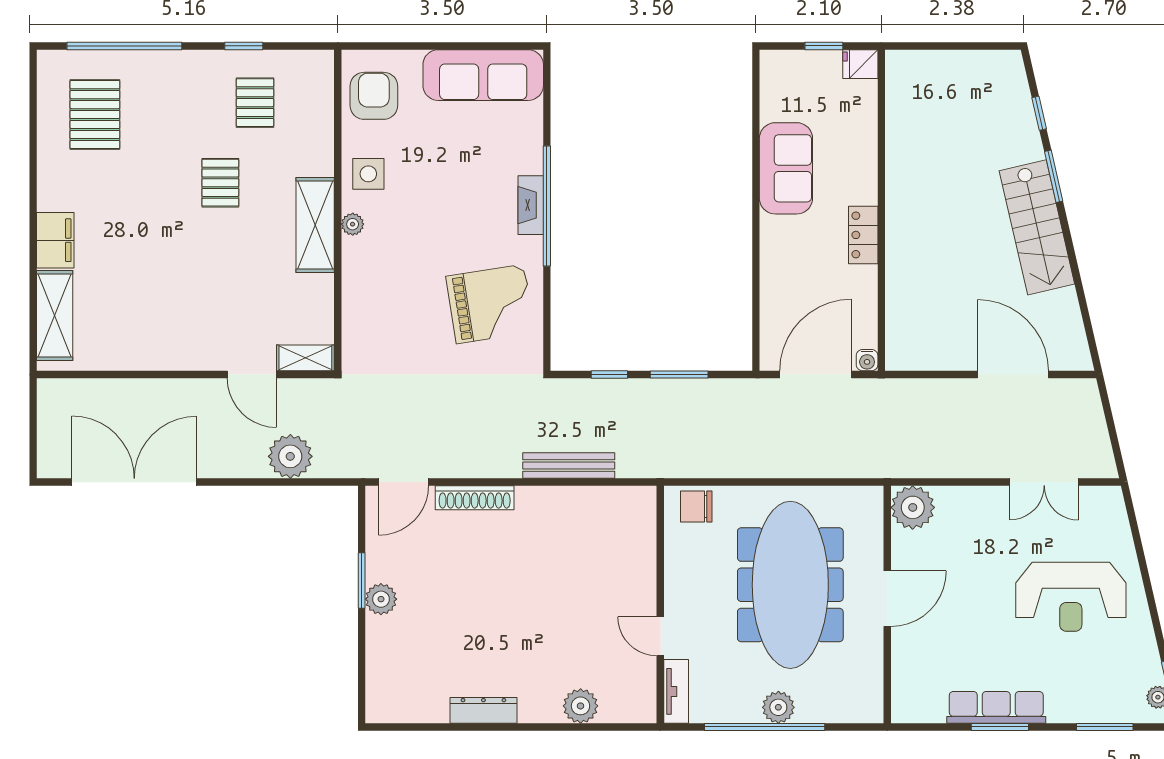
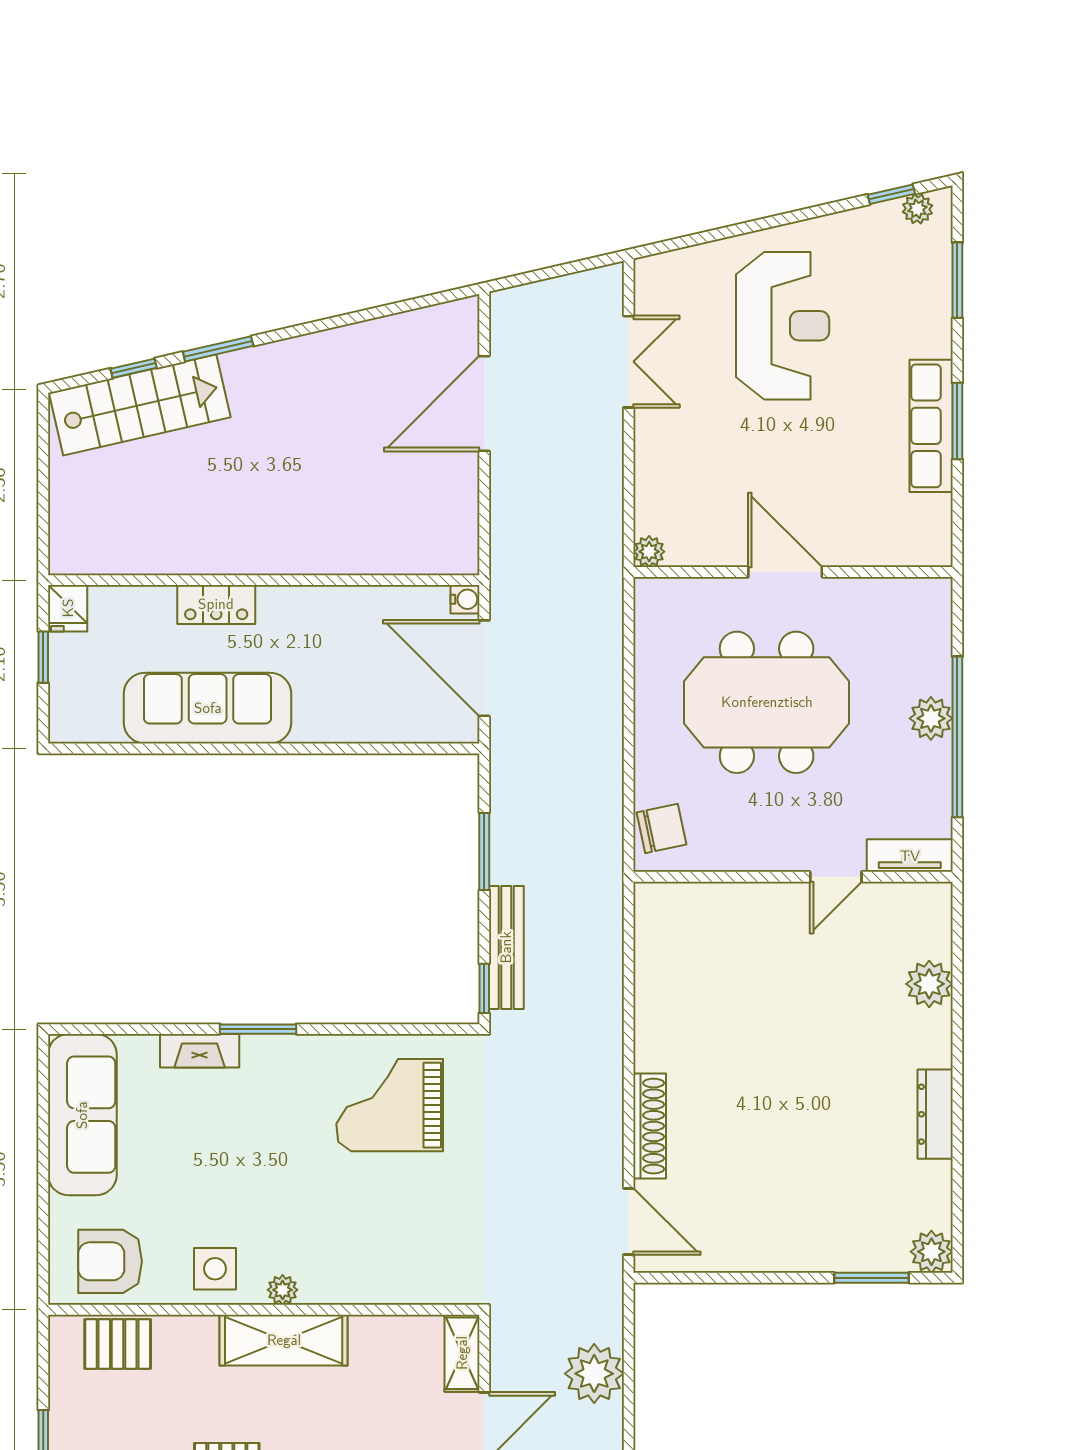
pallet: (255, 103) -> (118, 1344), moved
sofa: (786, 168) -> (208, 708), width x1.36
fireplace: (531, 205) -> (200, 1051), moved
window: (547, 206) -> (258, 1029), width x0.47
stairs: (1037, 227) -> (140, 405), moved
locker: (863, 235) -> (216, 604), moved
grand piano: (490, 304) -> (390, 1105), turned -81
window: (609, 374) -> (484, 988), moved
bench: (569, 466) -> (506, 947), moved
chair: (696, 507) -> (662, 828), turned -102
plant: (913, 507) -> (649, 552), width x0.53, depth x0.53
window: (362, 581) -> (872, 1278), moved
meeting table: (790, 585) -> (767, 702), width x0.73
plant: (381, 599) -> (931, 1252), moved

